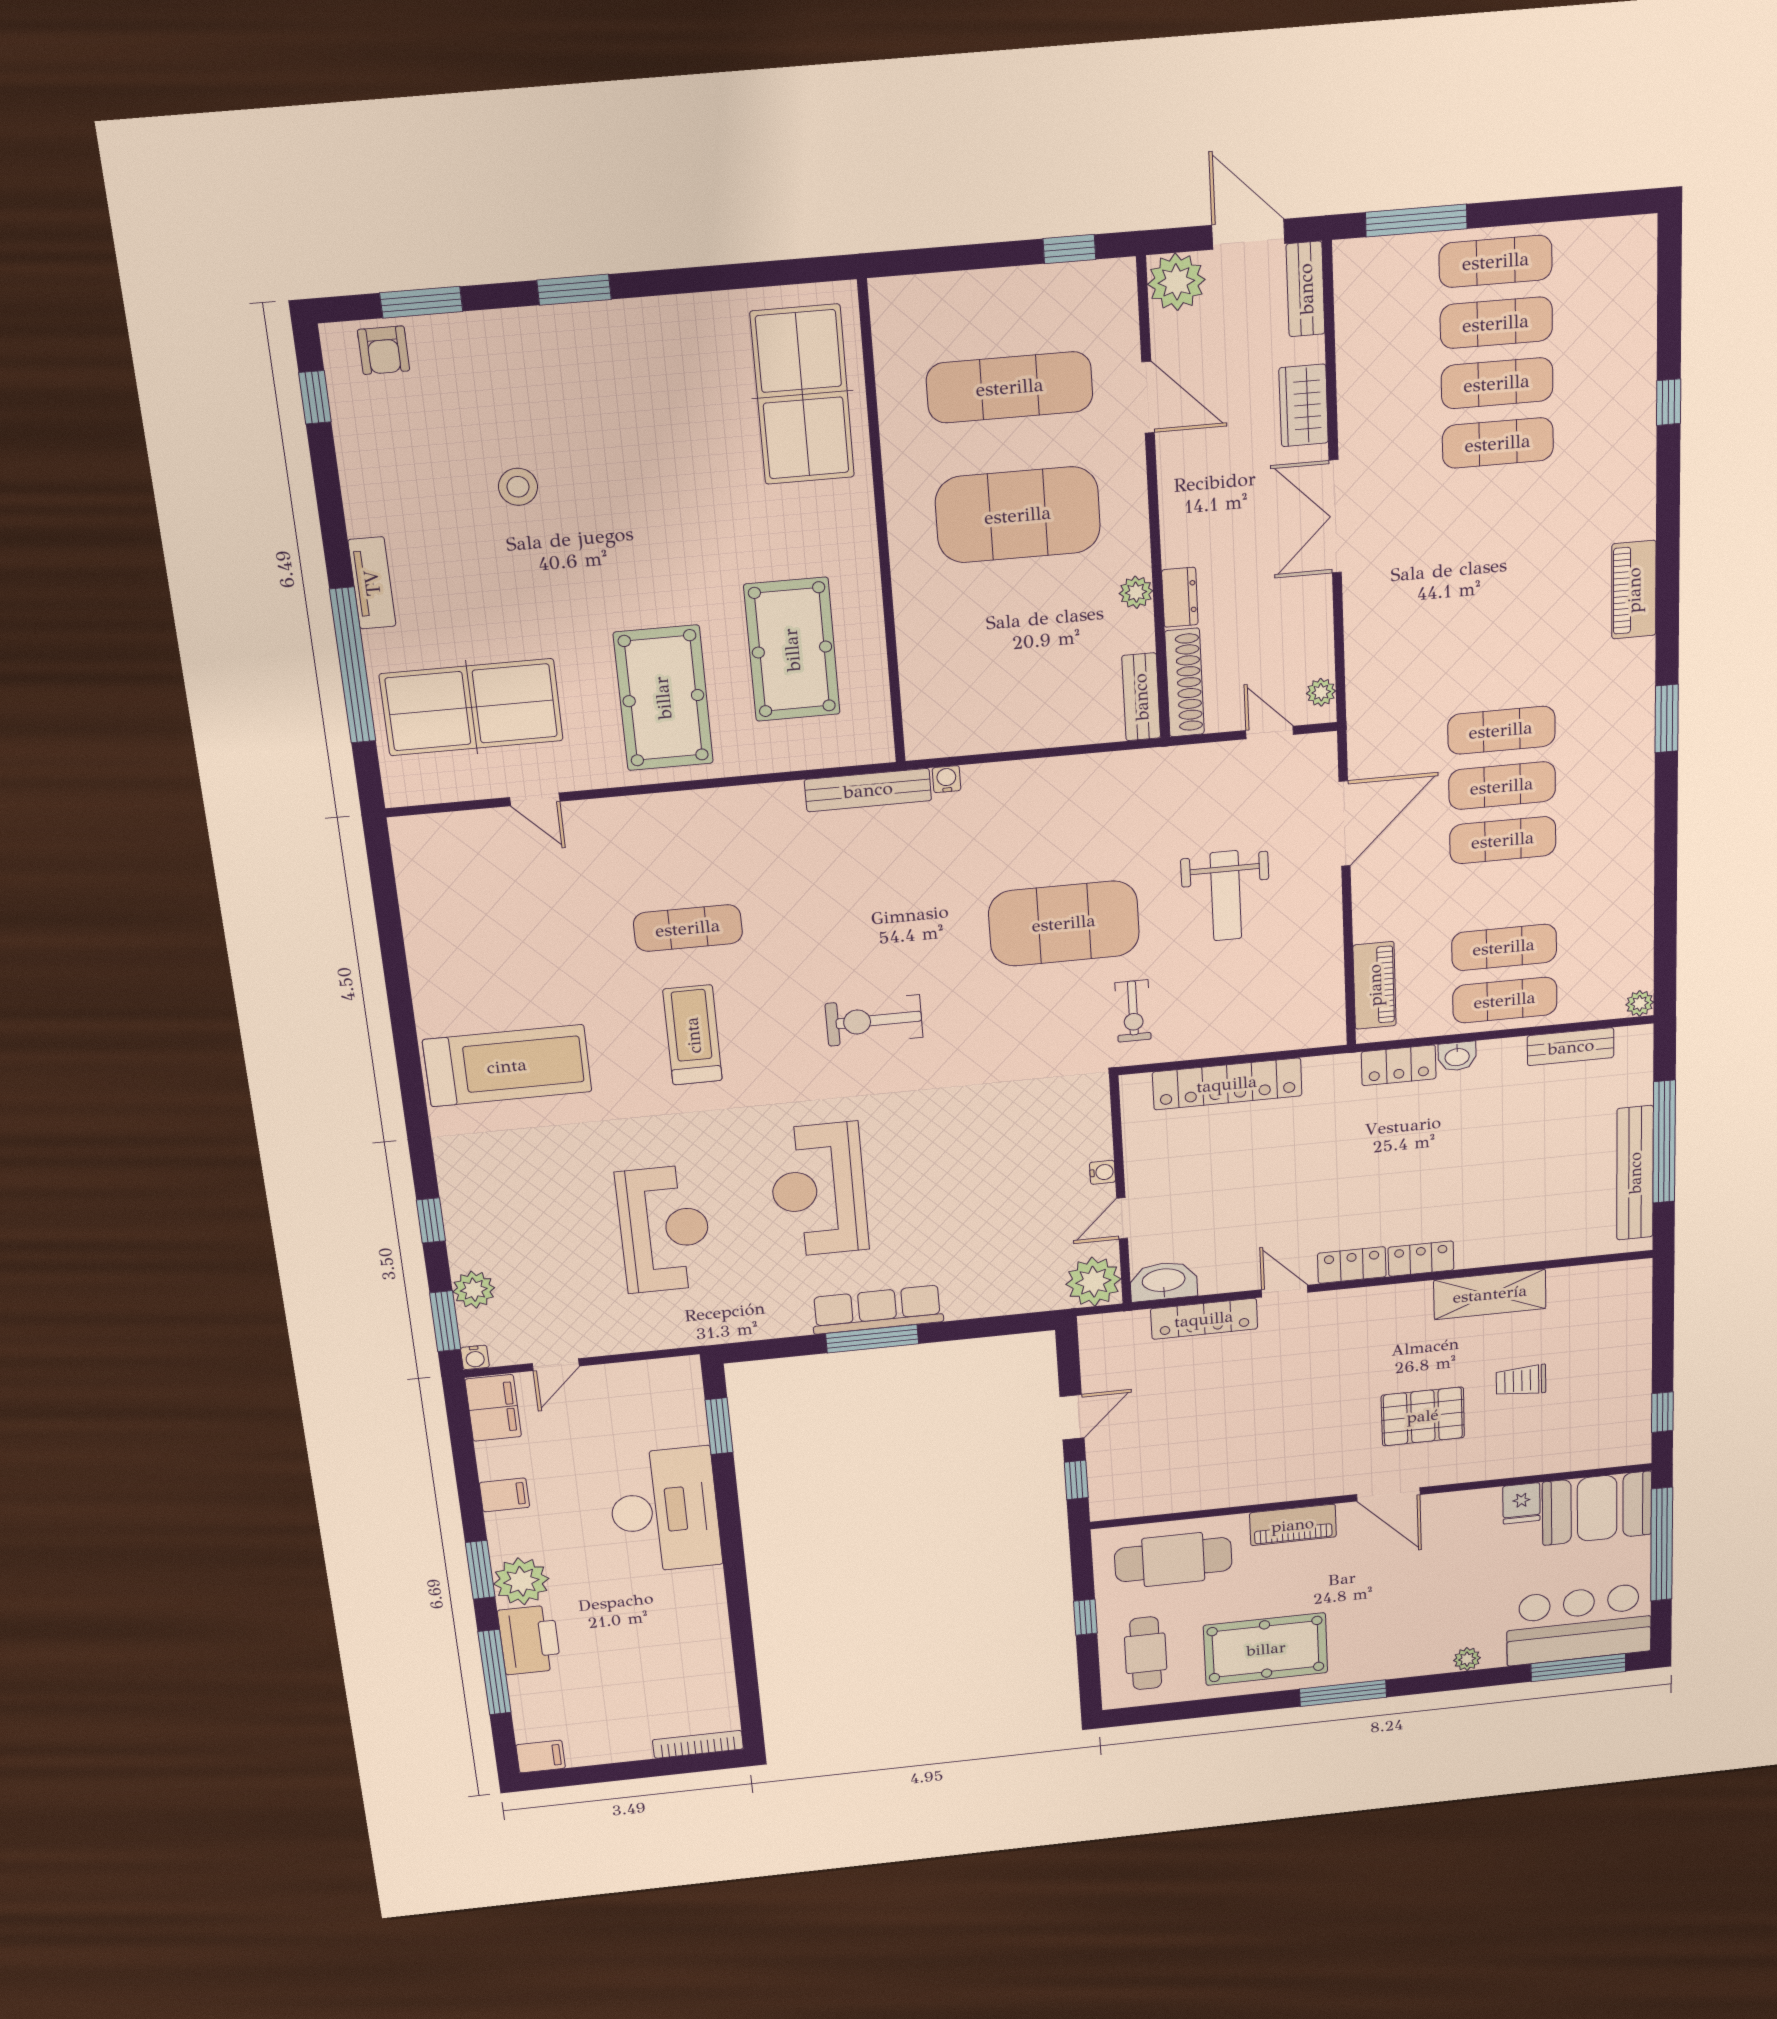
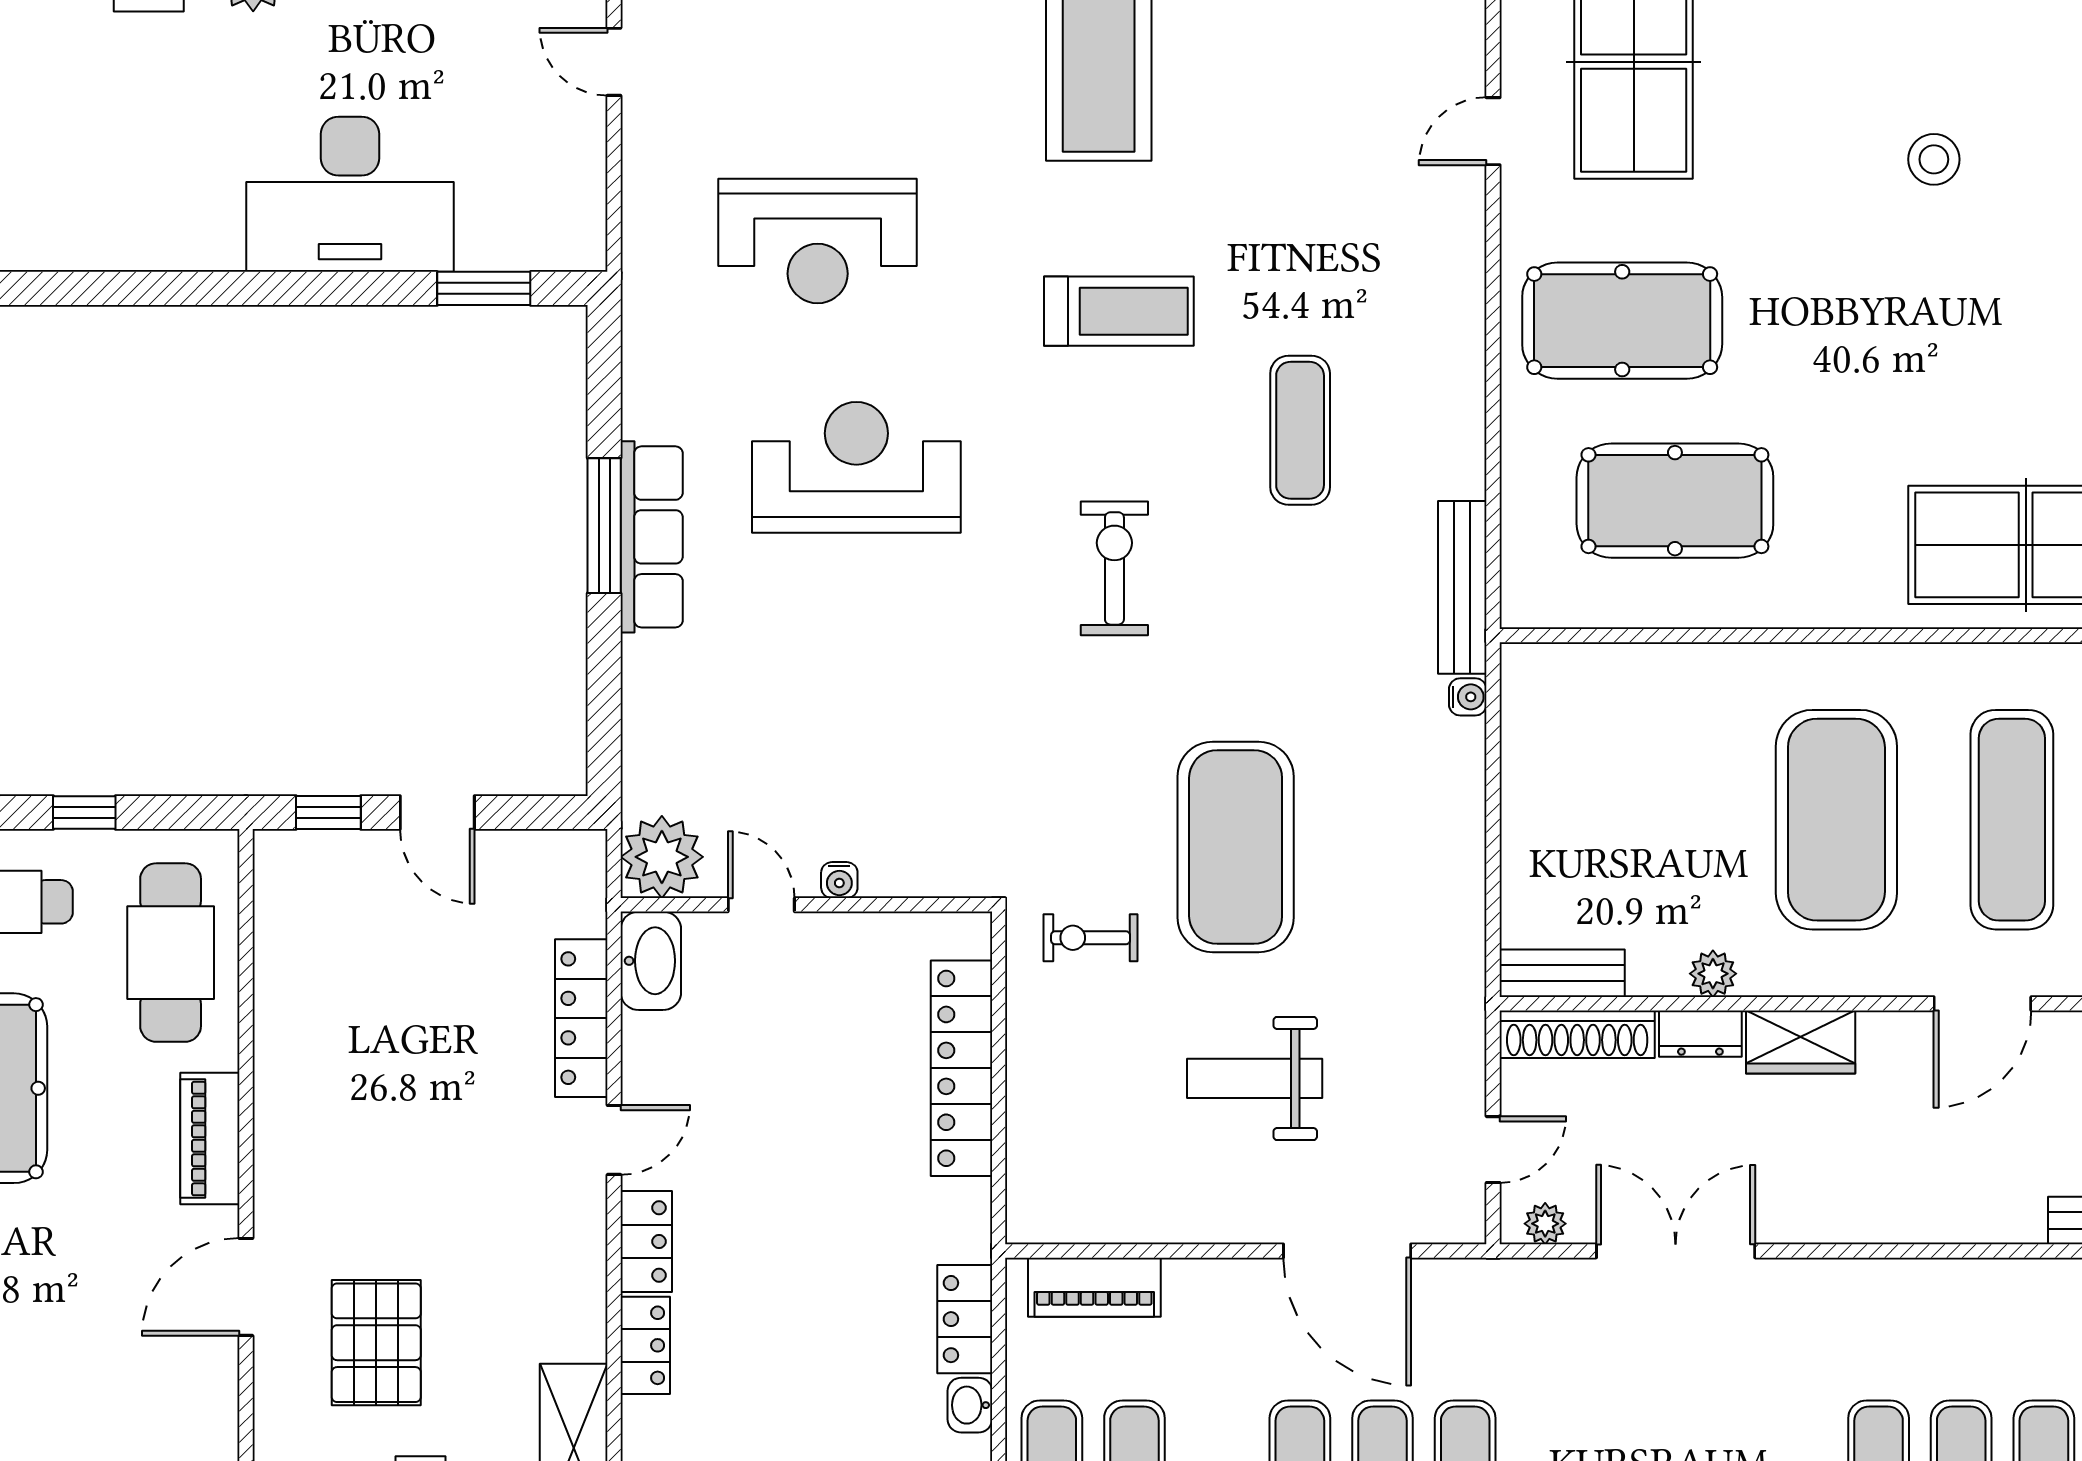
wardrobe: (1304, 405) -> (1801, 1042), moved, turned 180
double door: (1335, 517) -> (1676, 1251), moved
exercise mat: (688, 928) -> (1300, 430), moved

